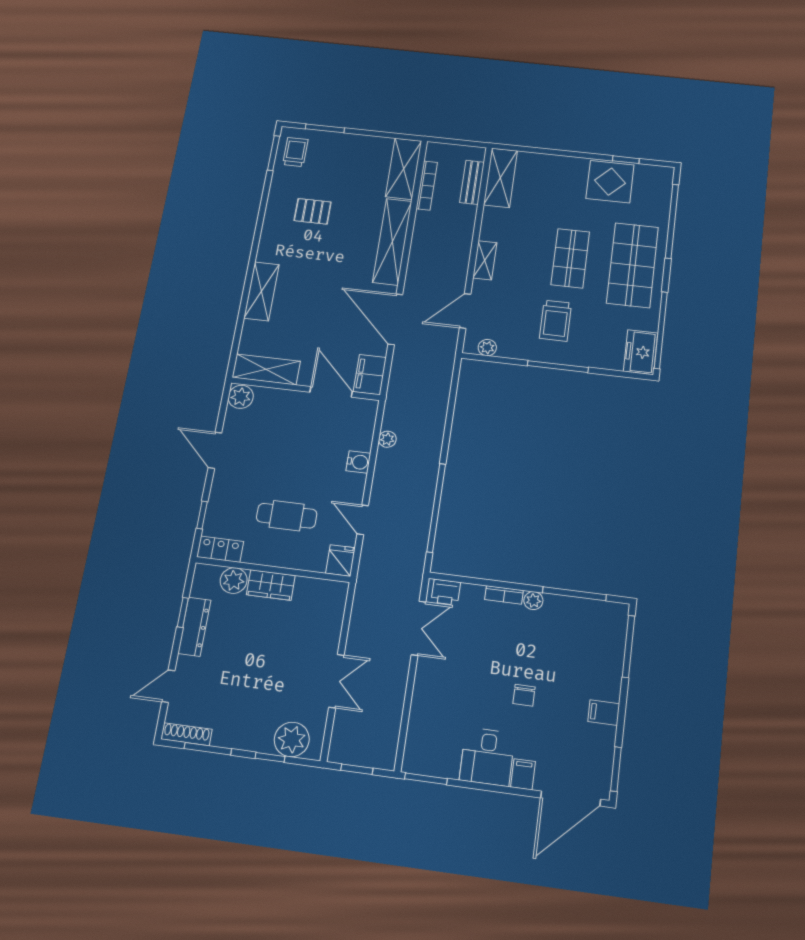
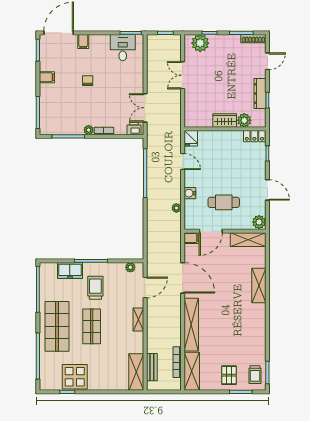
pallet: (313, 211) -> (229, 375), moved, turned 90
freezer: (641, 352) -> (70, 271), moved, turned 90
filing cabinet: (370, 375) -> (191, 238), width x0.50
door: (331, 392) -> (211, 231), hinge flipped
cafe table: (287, 516) -> (224, 202), moved
desk: (487, 757) -> (123, 48), moved

